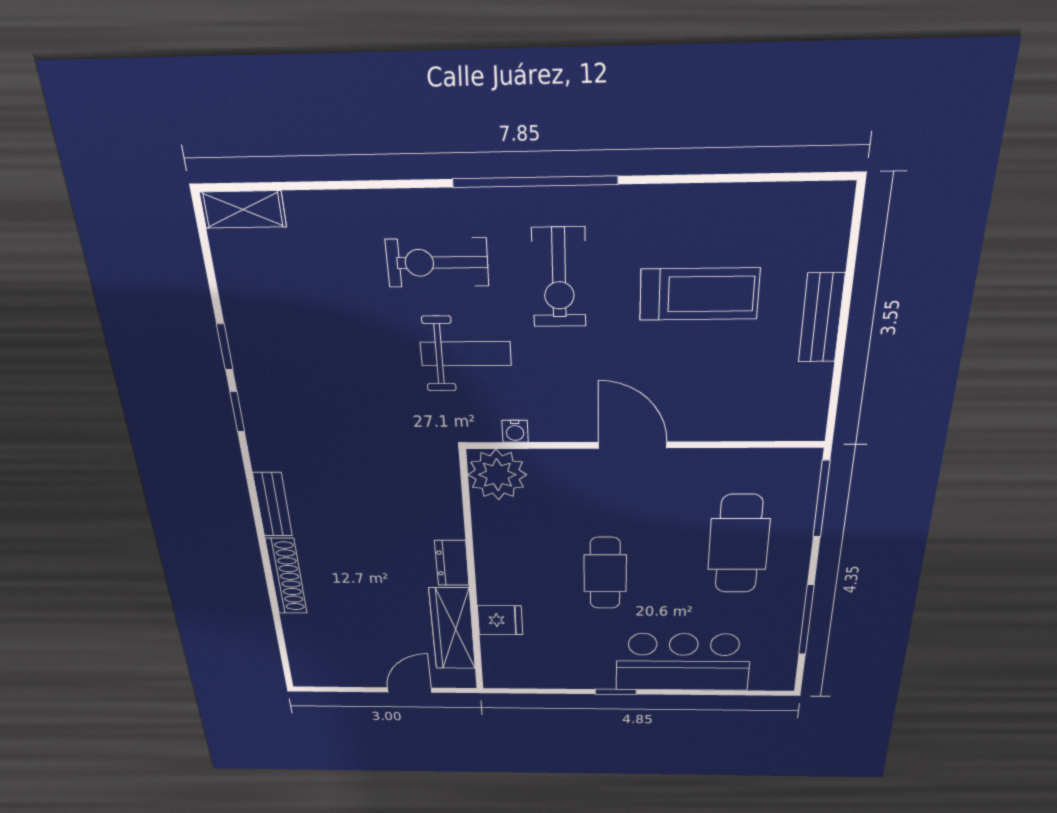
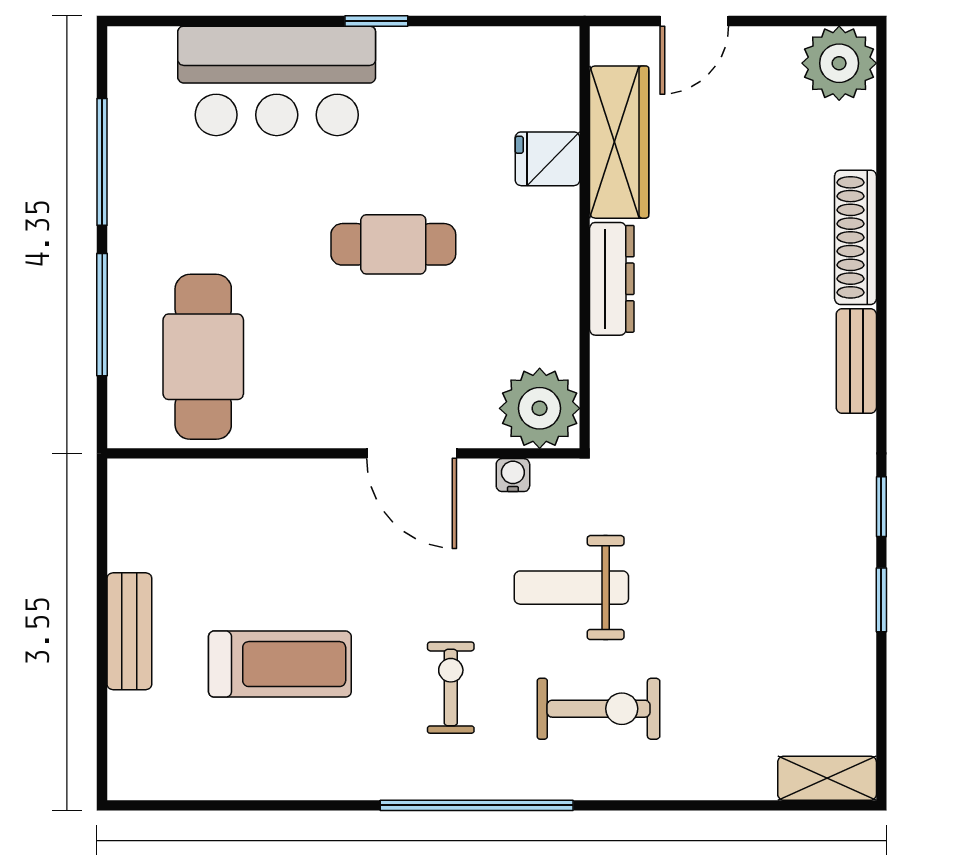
exercise bike: (559, 278) -> (451, 688), width x0.73, depth x0.72
treadmill: (699, 294) -> (280, 664), turned 180
door: (632, 445) -> (412, 453), moved
window: (821, 499) -> (102, 315), moved
cafe table: (739, 544) -> (203, 357), moved
dresser: (452, 563) -> (612, 279), width x1.44
cafe table: (605, 573) -> (393, 244), turned 90
plant: (314, 668) -> (839, 63), added

